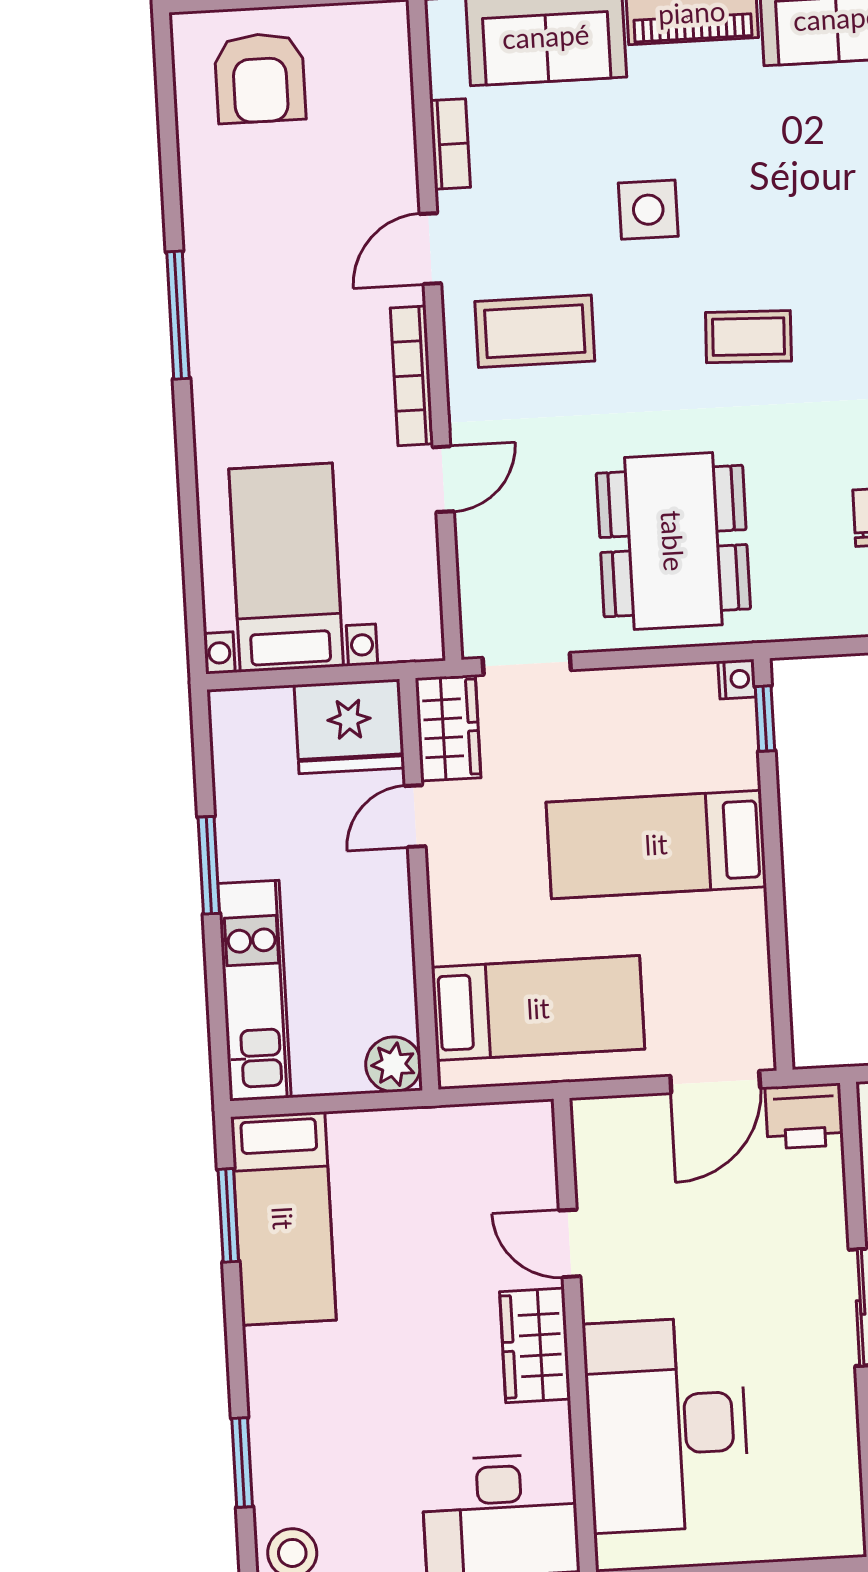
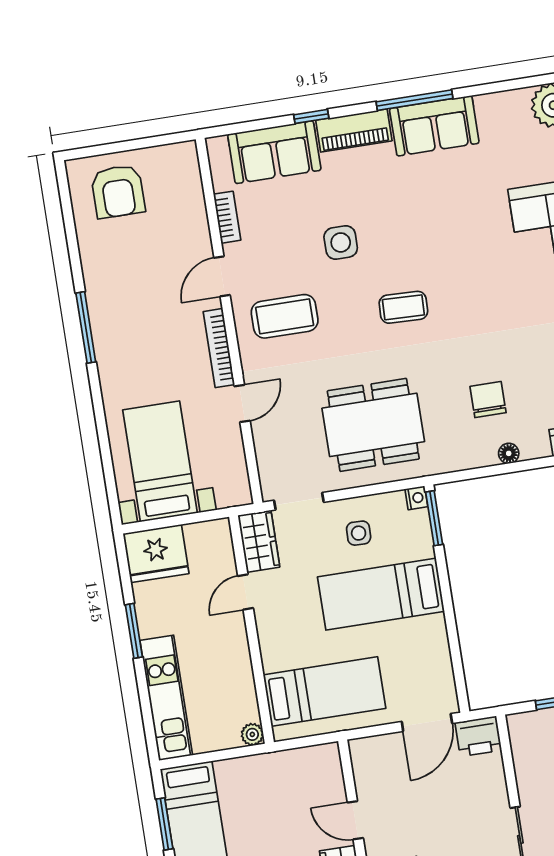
dining table: (673, 541) -> (373, 425), turned 90
window: (765, 719) -> (434, 518), width x1.50
fridge: (349, 726) -> (156, 554), moved
side table: (628, 731) -> (359, 533), added
plant: (393, 1064) -> (252, 734), width x0.73, depth x0.73

